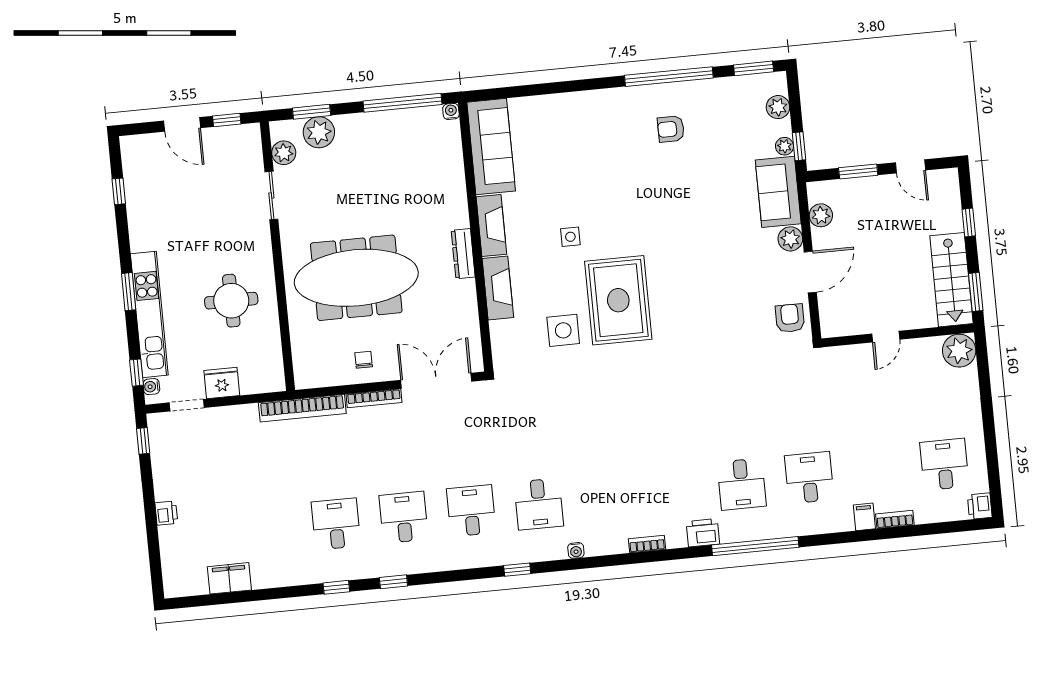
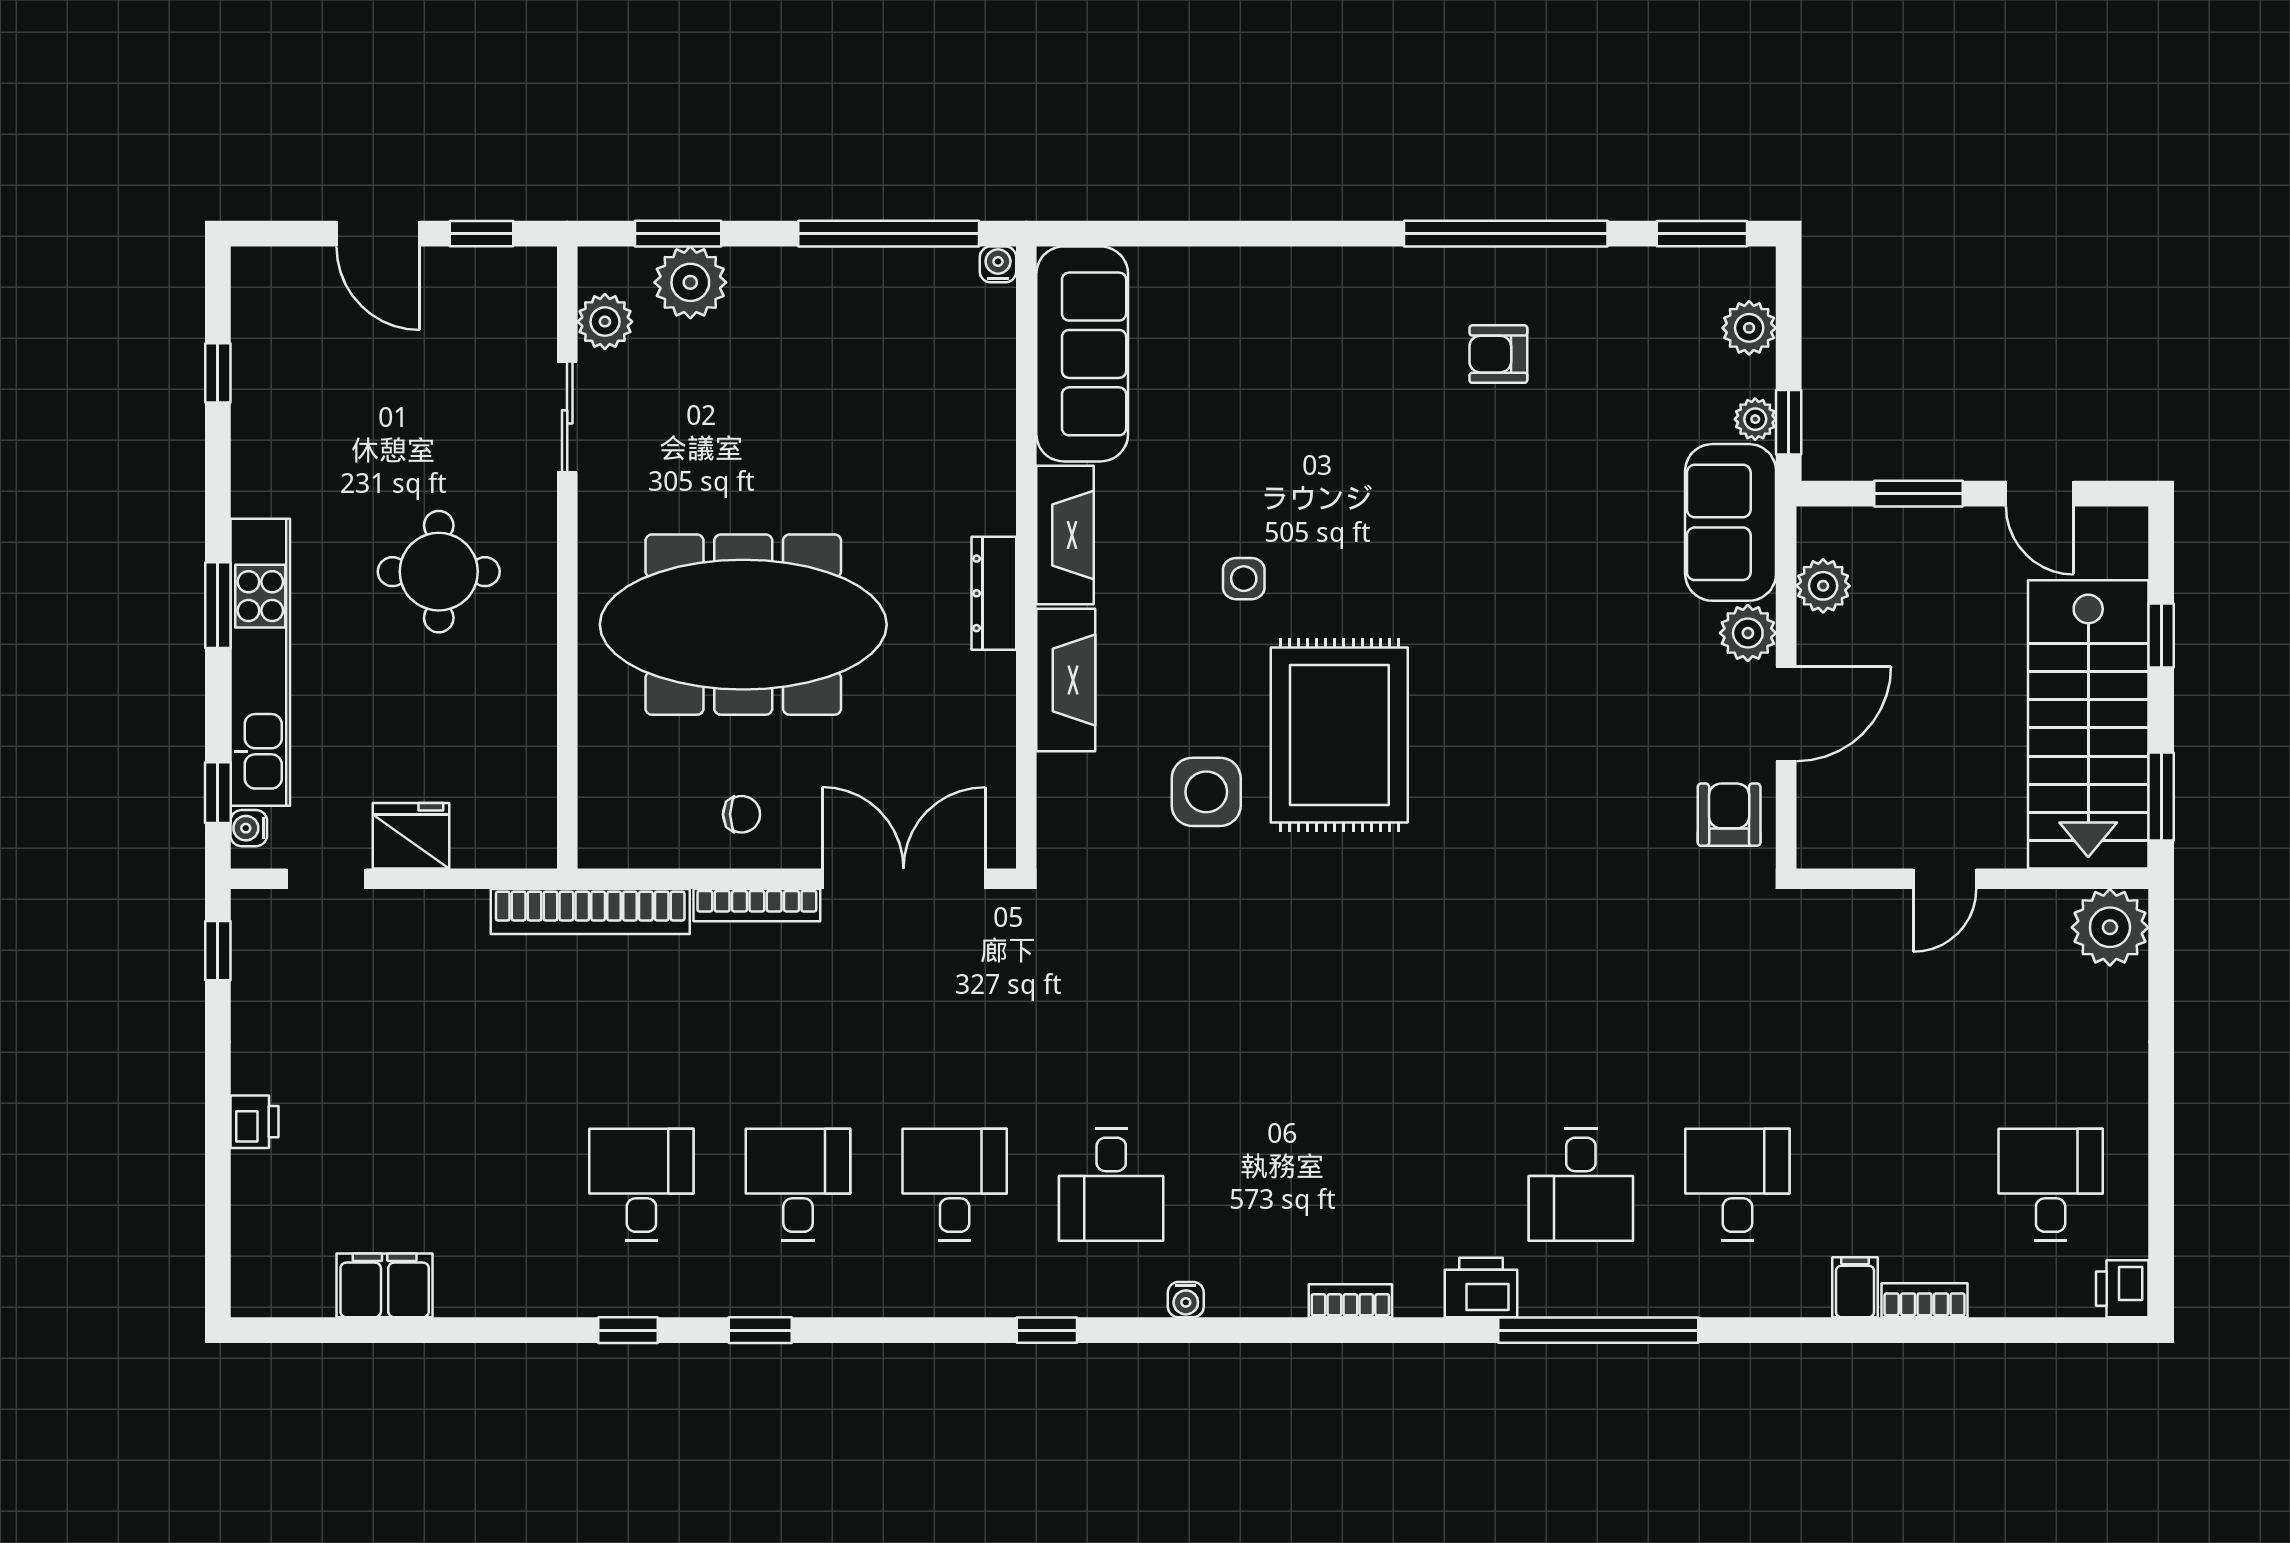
stairs: (951, 280) -> (2088, 724), width x1.36, depth x1.51
round table: (231, 301) -> (439, 572), moved
chair: (364, 360) -> (742, 814), turned 90

